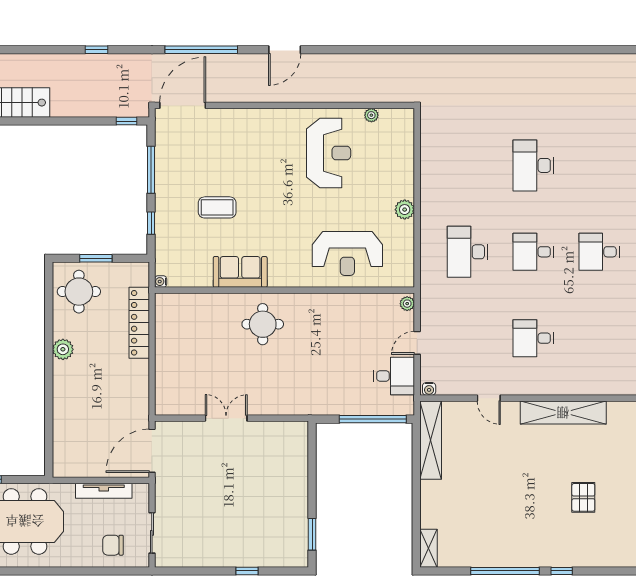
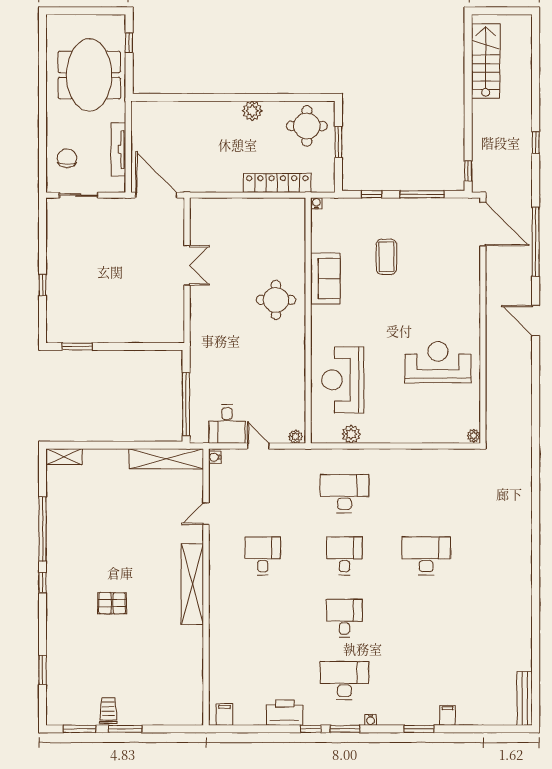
plant: (371, 115) -> (474, 436), moved
reception desk: (329, 153) -> (438, 362), turned 180
plant: (405, 210) -> (351, 434), moved

